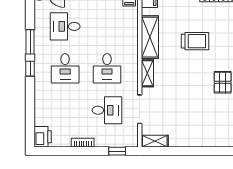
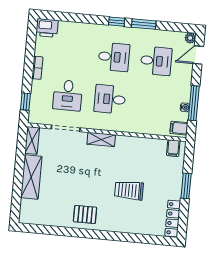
desk: (65, 26) -> (156, 61), turned 90
shelving: (150, 37) -> (31, 177), moved, turned 90
trolley: (195, 41) -> (129, 190), turned 90
desk: (65, 68) -> (114, 57), turned 180

